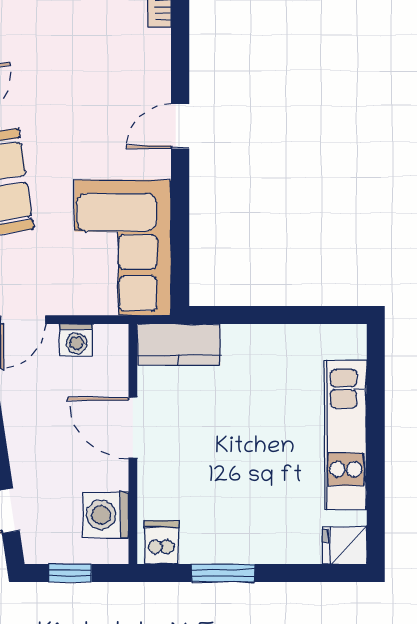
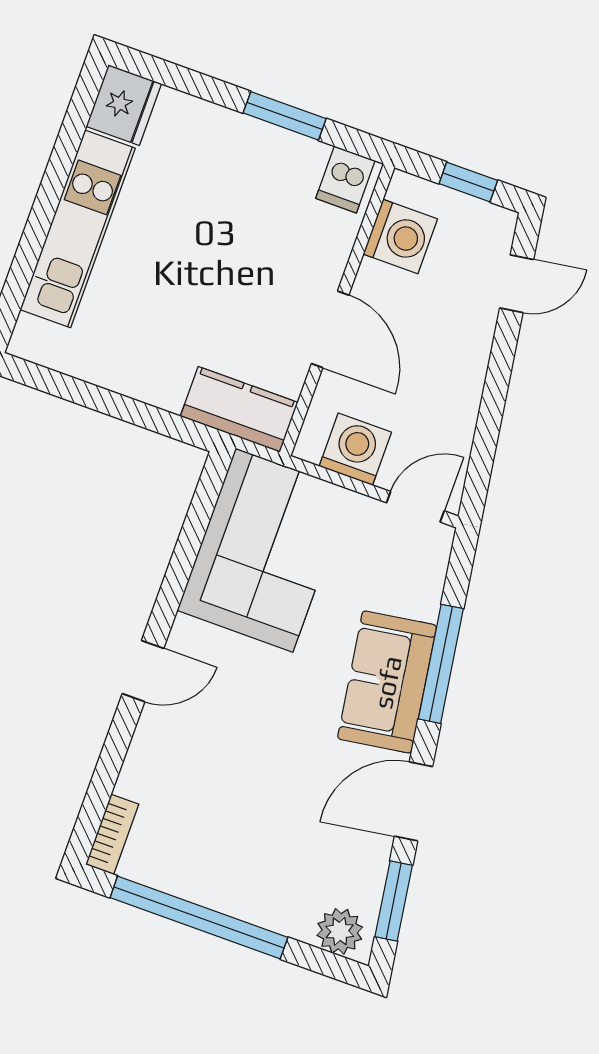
washing machine: (76, 340) -> (355, 449), width x1.38, depth x1.38
fridge: (345, 546) -> (124, 105), width x1.38

